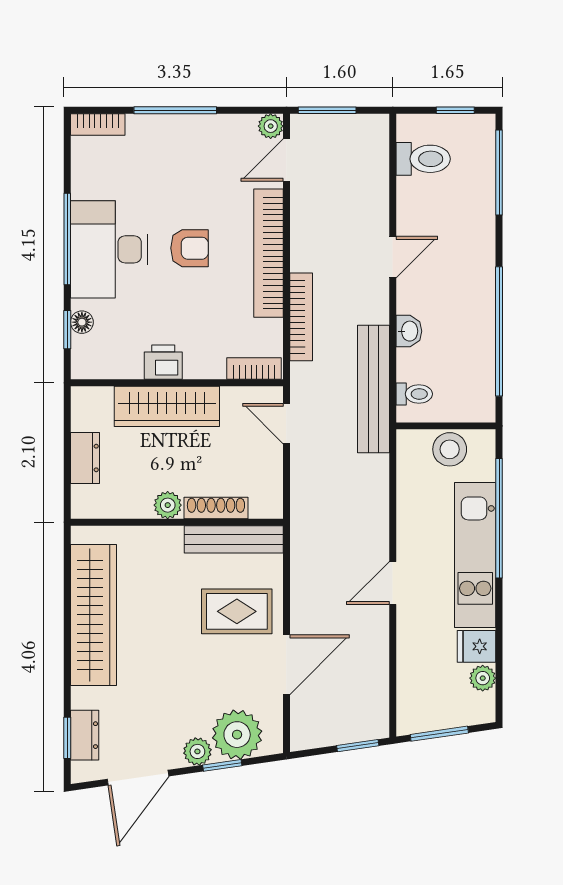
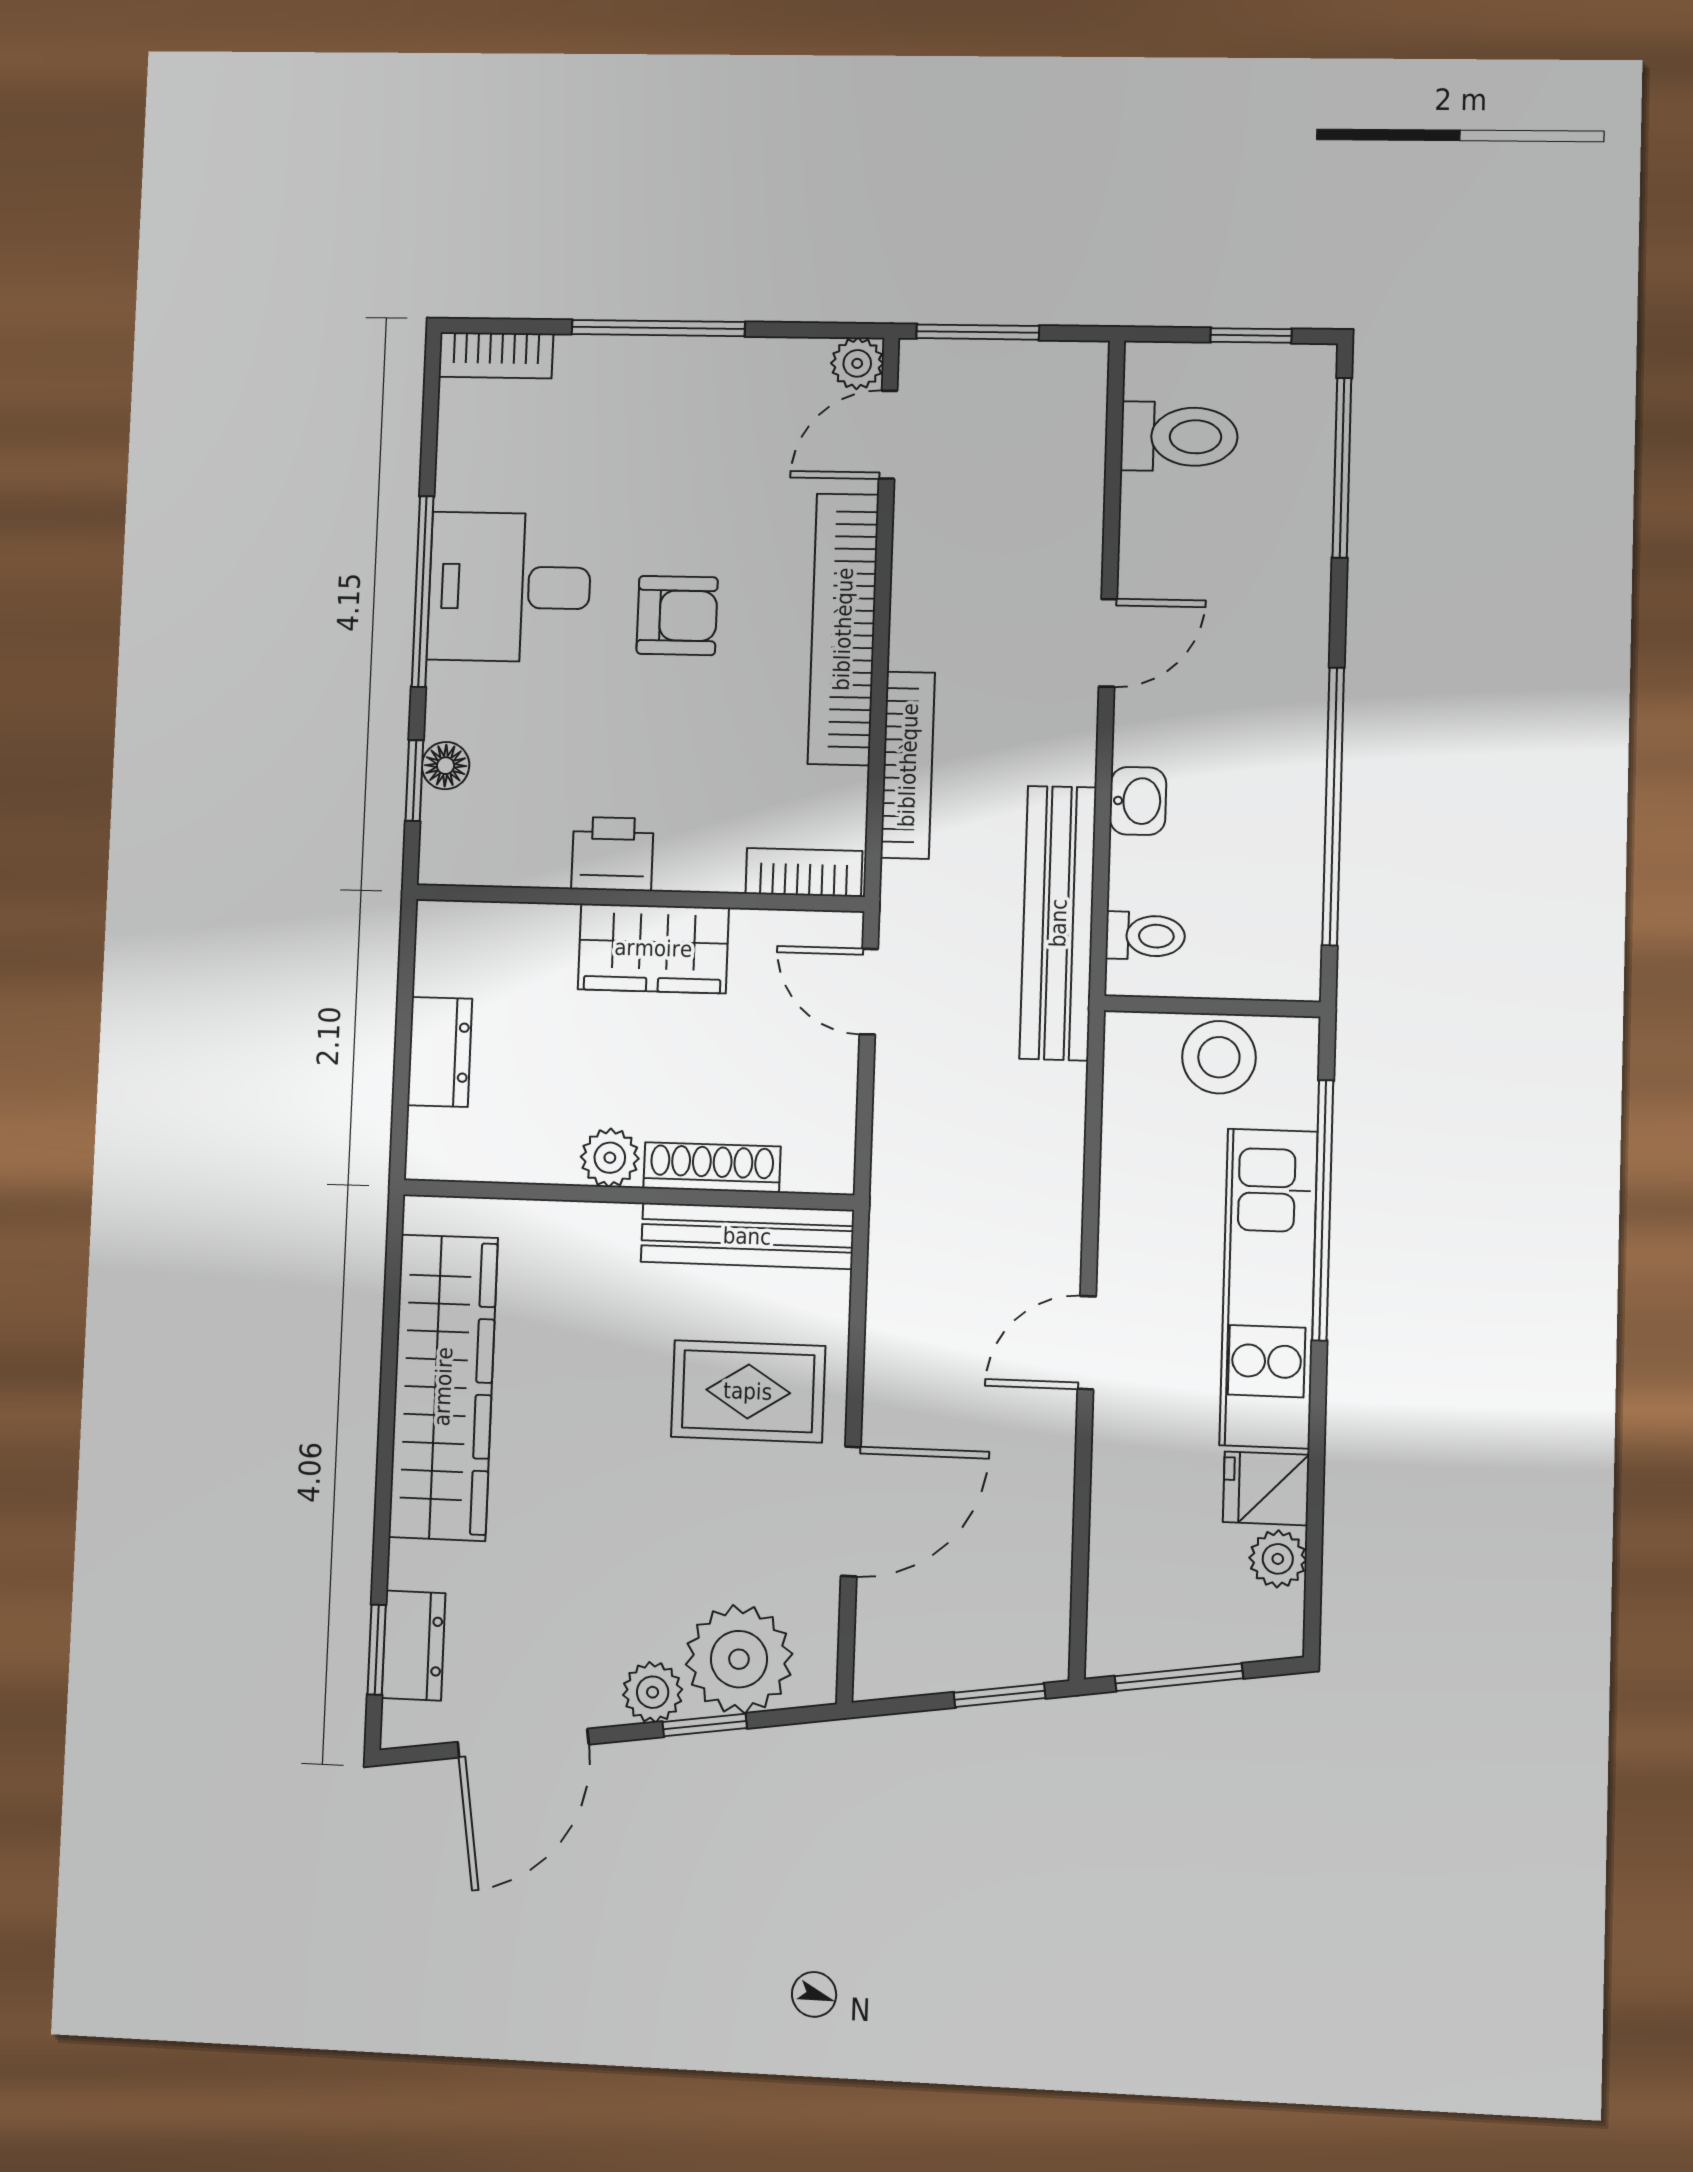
desk: (109, 249) -> (509, 587), width x0.73
wardrobe: (167, 406) -> (653, 948), width x0.67

